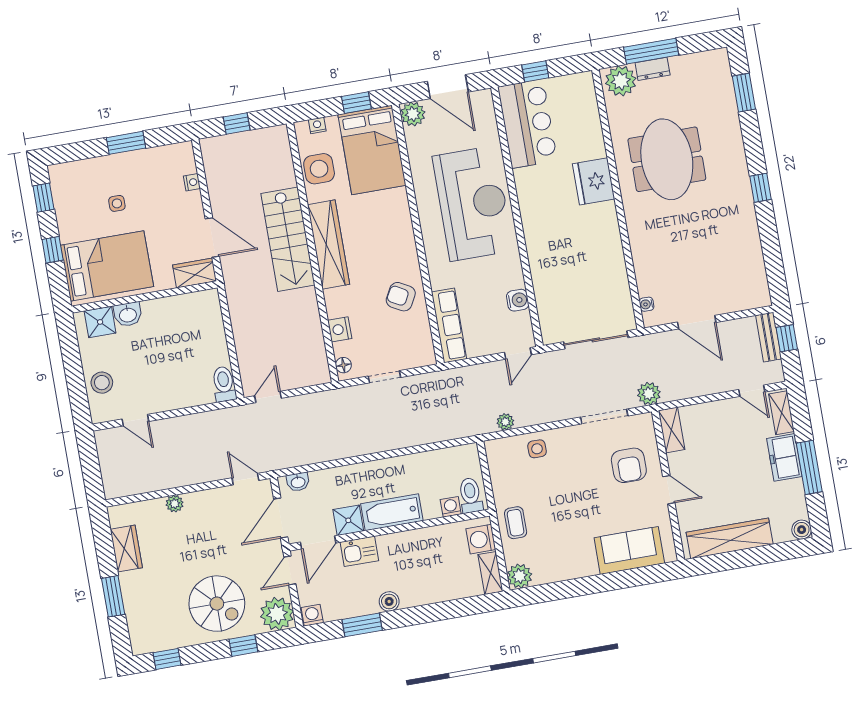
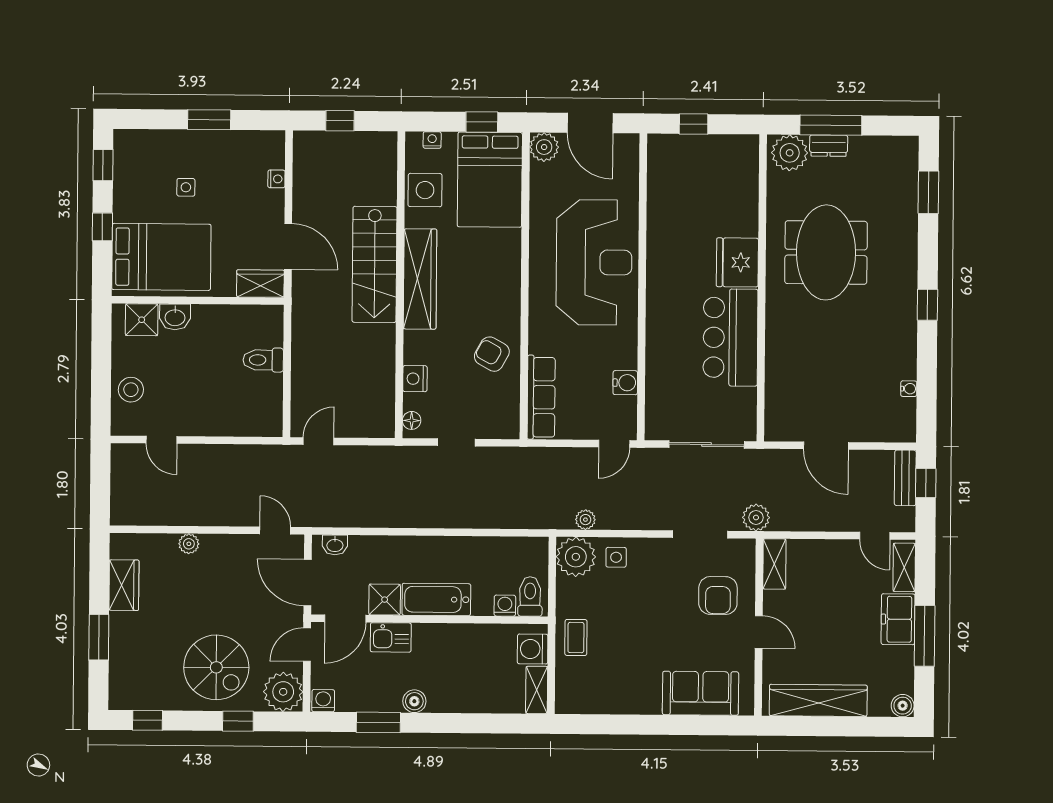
bar counter: (527, 124) -> (730, 337), moved, turned 180
water cooler: (647, 304) -> (909, 389), moved, turned 180
toilet: (224, 384) -> (263, 360), moved, turned -90
door: (281, 518) -> (308, 583), hinge flipped
plant: (520, 576) -> (576, 557), moved, width x1.36, depth x1.36

